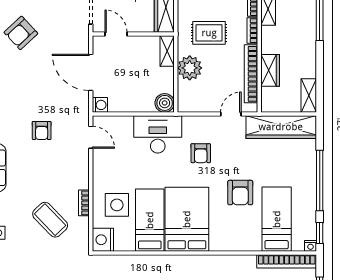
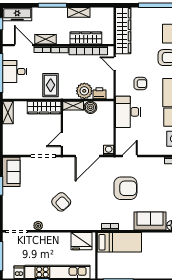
rug: (209, 33) -> (51, 85), moved
wardrobe: (270, 70) -> (86, 38), width x1.50
printer: (186, 91) -> (99, 93), added
shelving: (309, 95) -> (79, 12), moved
boiler: (165, 103) -> (90, 107), moved
armchair: (42, 130) -> (125, 188), width x1.88, depth x1.88

